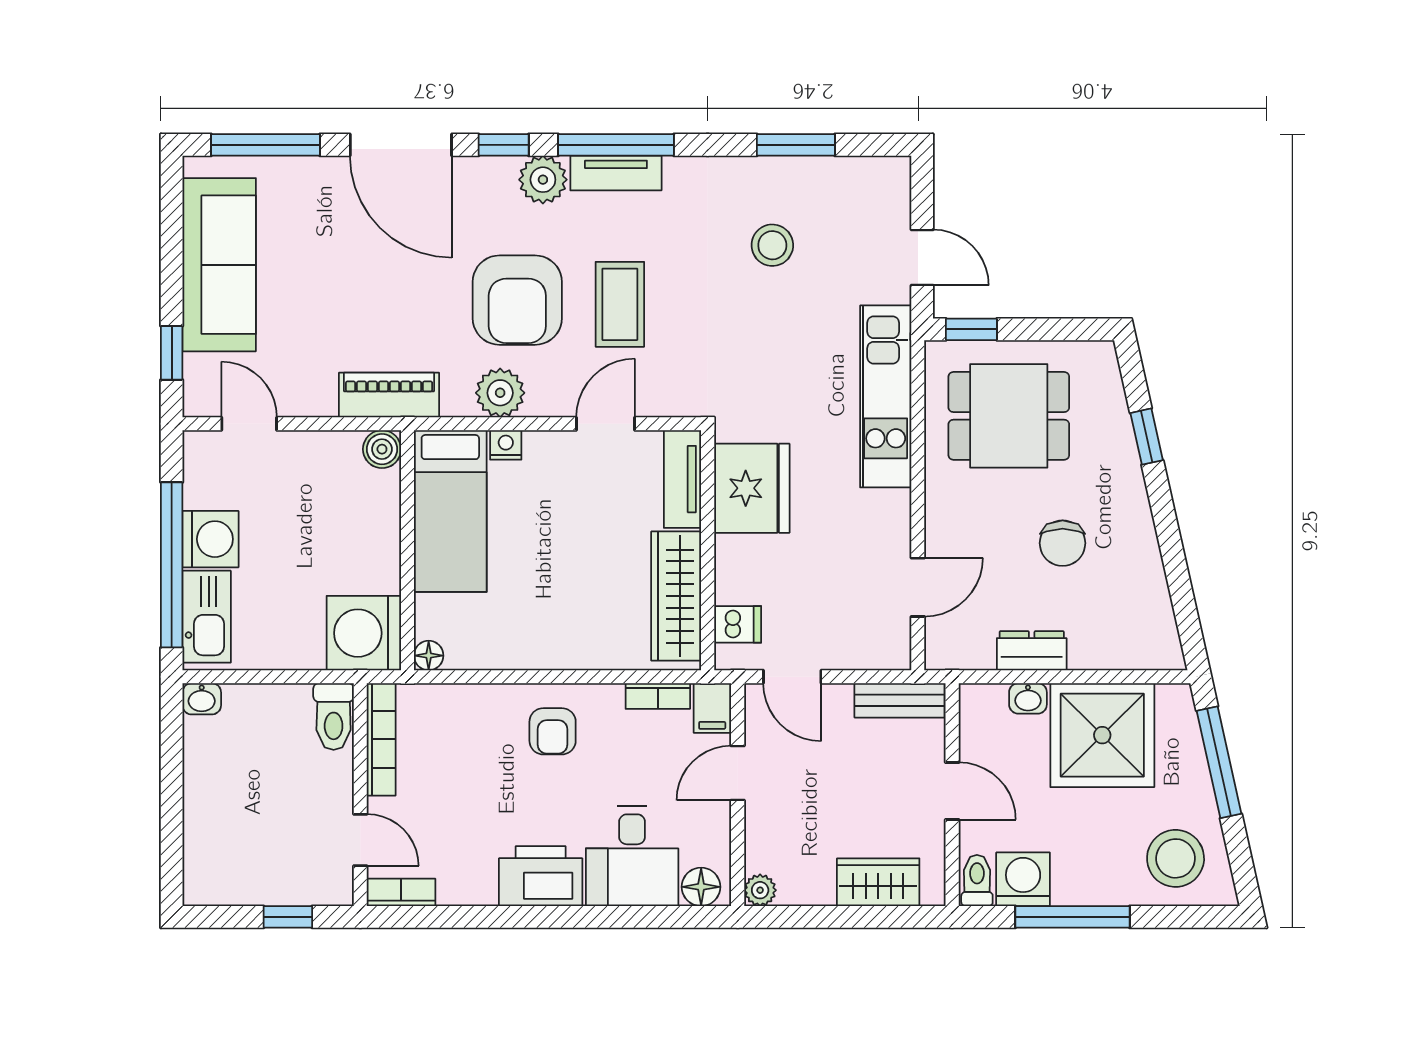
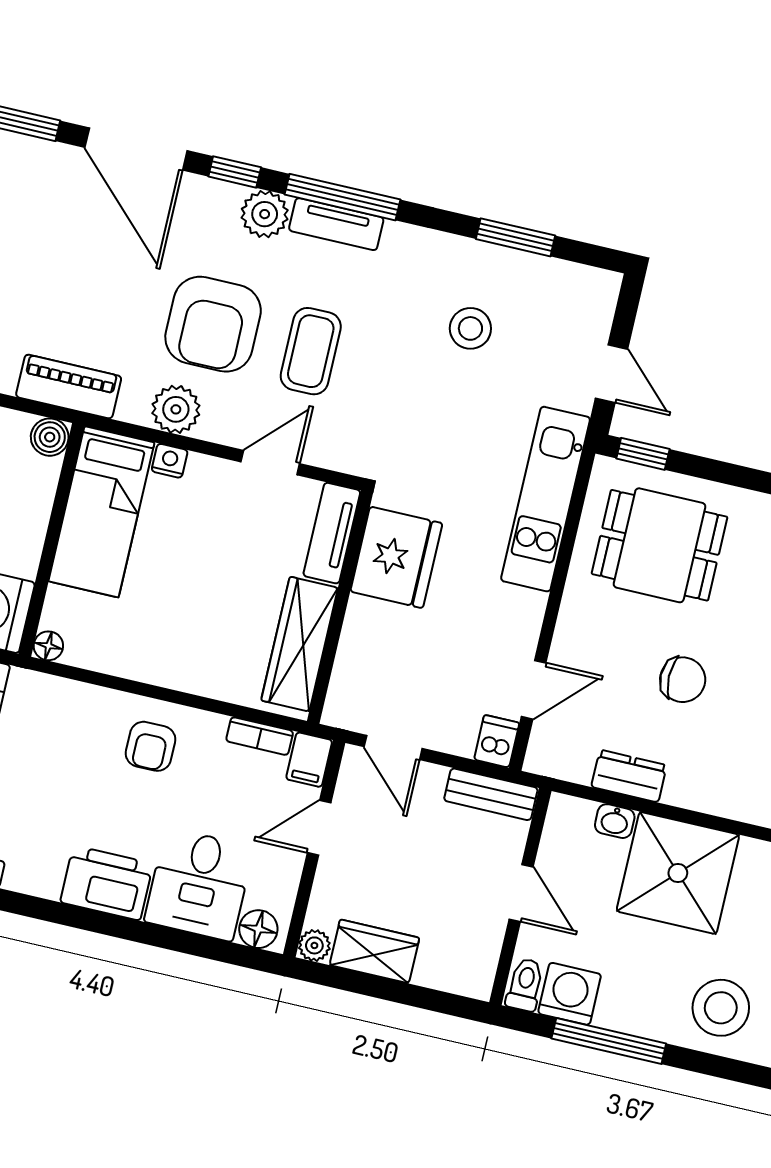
chair: (1063, 543) -> (683, 680), turned -90
dishwasher: (738, 624) -> (497, 741), moved, turned -90
wardrobe: (878, 882) -> (374, 951), moved

